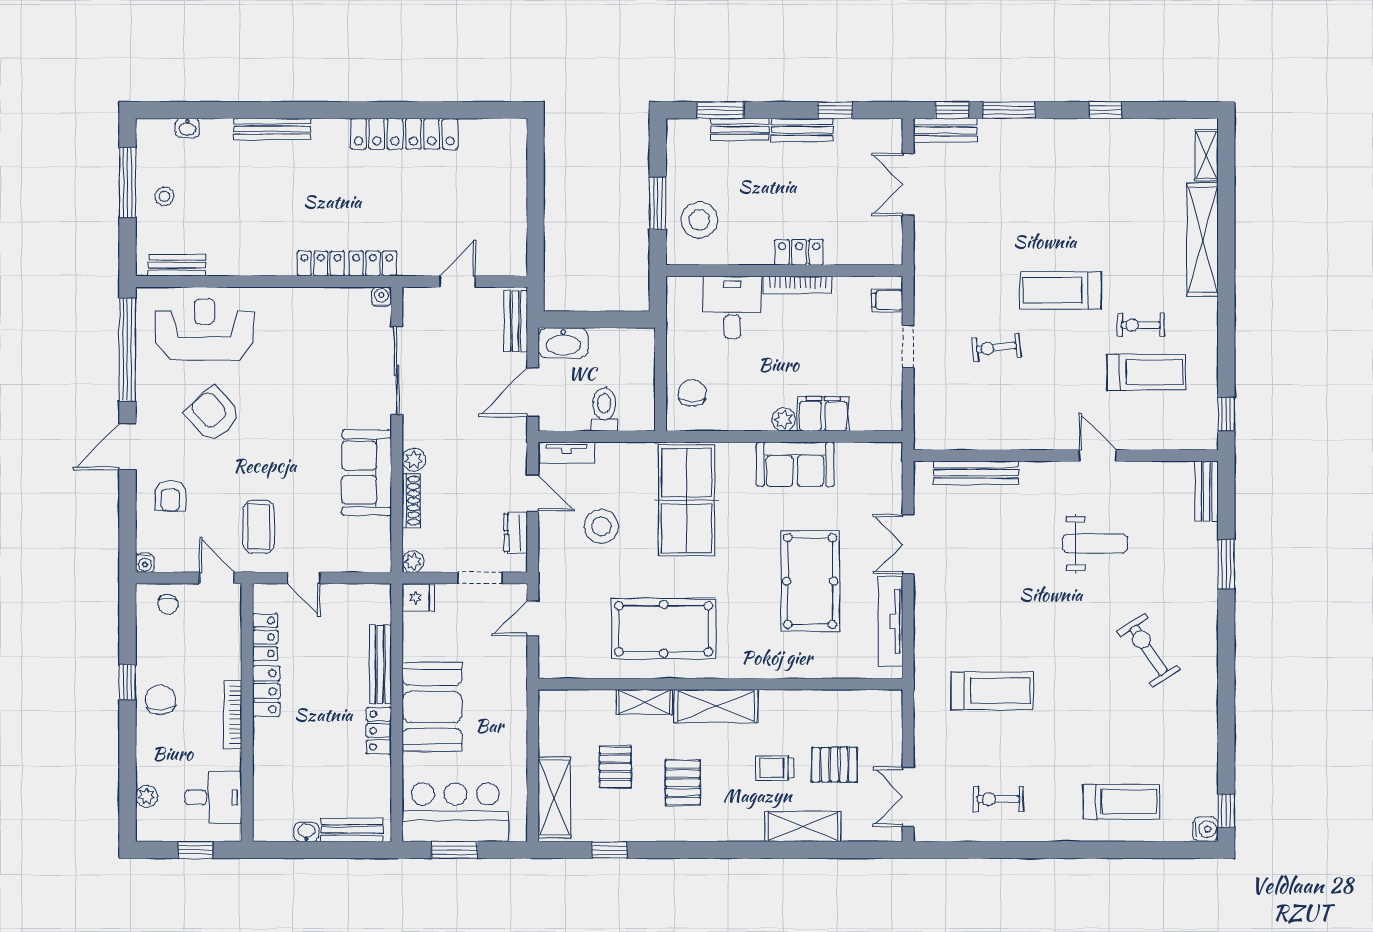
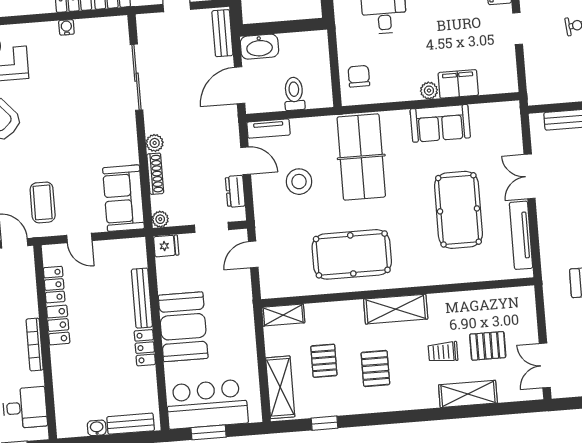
water cooler: (381, 297) -> (66, 27), moved
sofa: (367, 473) -> (124, 198), moved
shelving: (644, 702) -> (283, 315), moved

